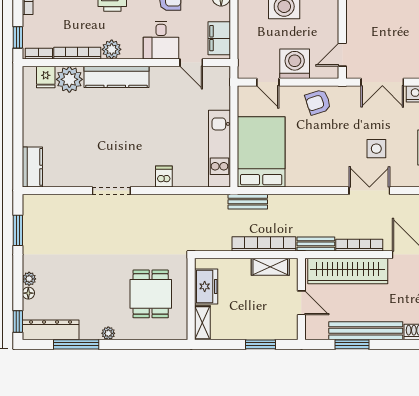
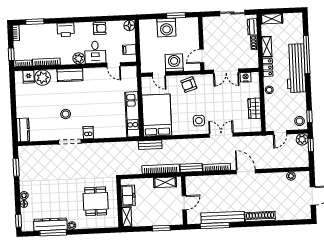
filing cabinet: (219, 38) -> (129, 50), width x0.50
plant: (112, 49) -> (79, 58), moved
kitchen counter: (116, 77) -> (70, 75), width x0.67
stool: (106, 143) -> (66, 114), added
side table: (376, 149) -> (199, 121), moved
dishwasher: (164, 176) -> (88, 133), moved
wardrobe: (348, 271) -> (211, 183), removed
door: (301, 303) -> (184, 203), hinge flipped
dresser: (51, 330) -> (50, 224), moved
window: (352, 344) -> (215, 226), width x1.44

